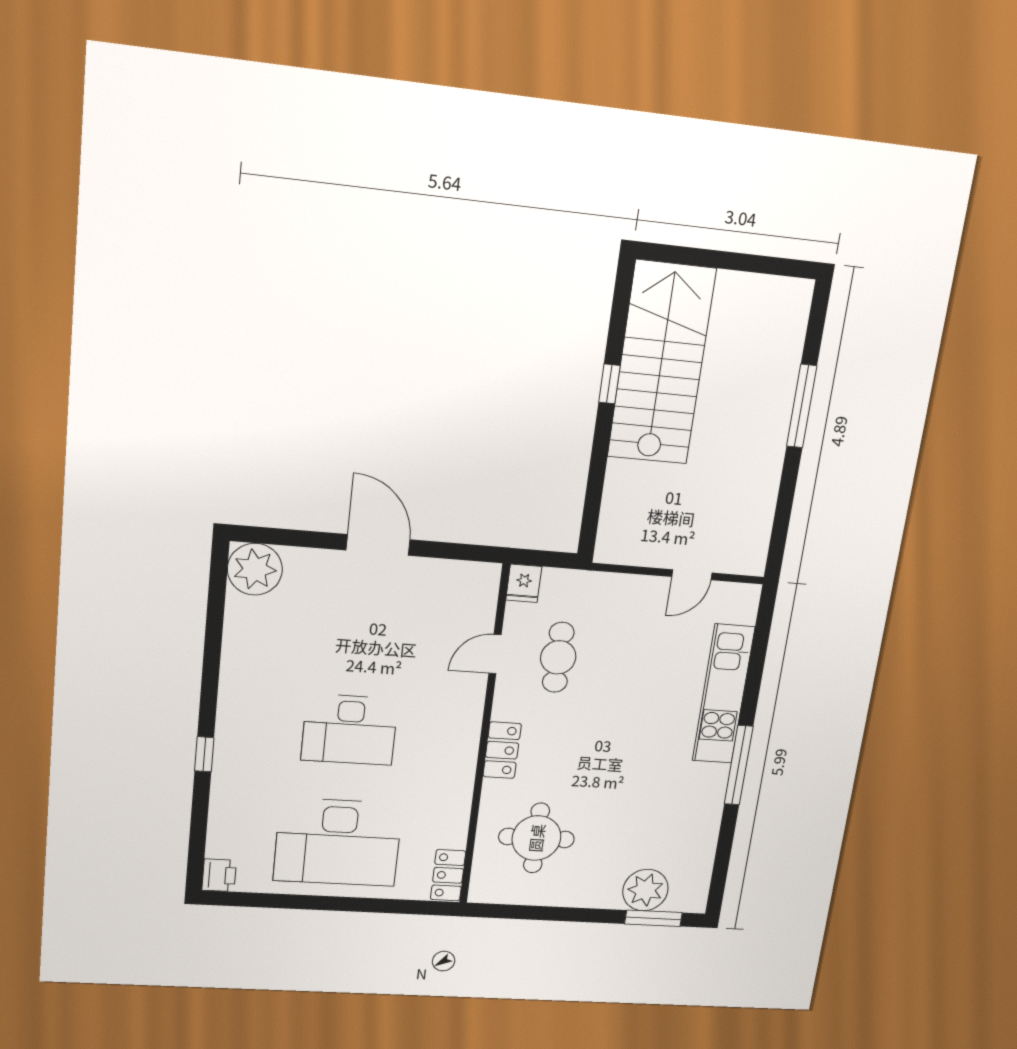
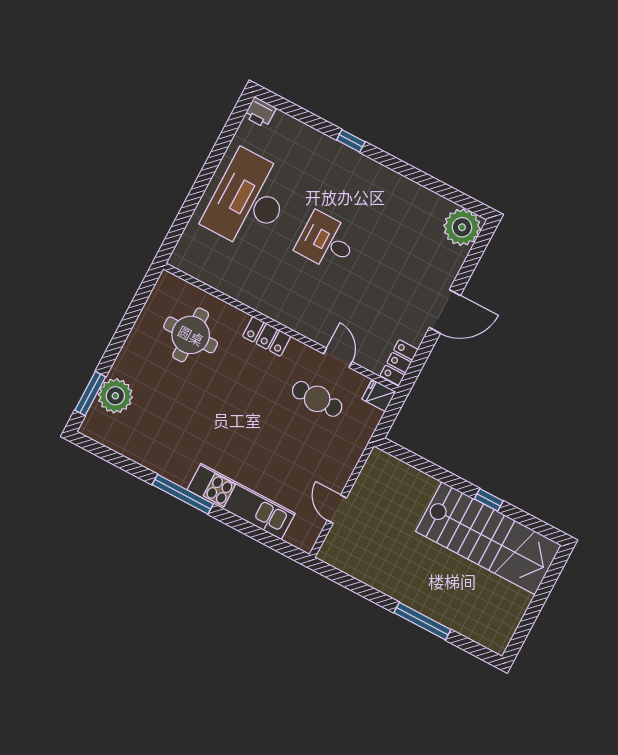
desk: (350, 730) -> (326, 242), width x0.73
locker: (448, 875) -> (399, 363), moved, turned -90

